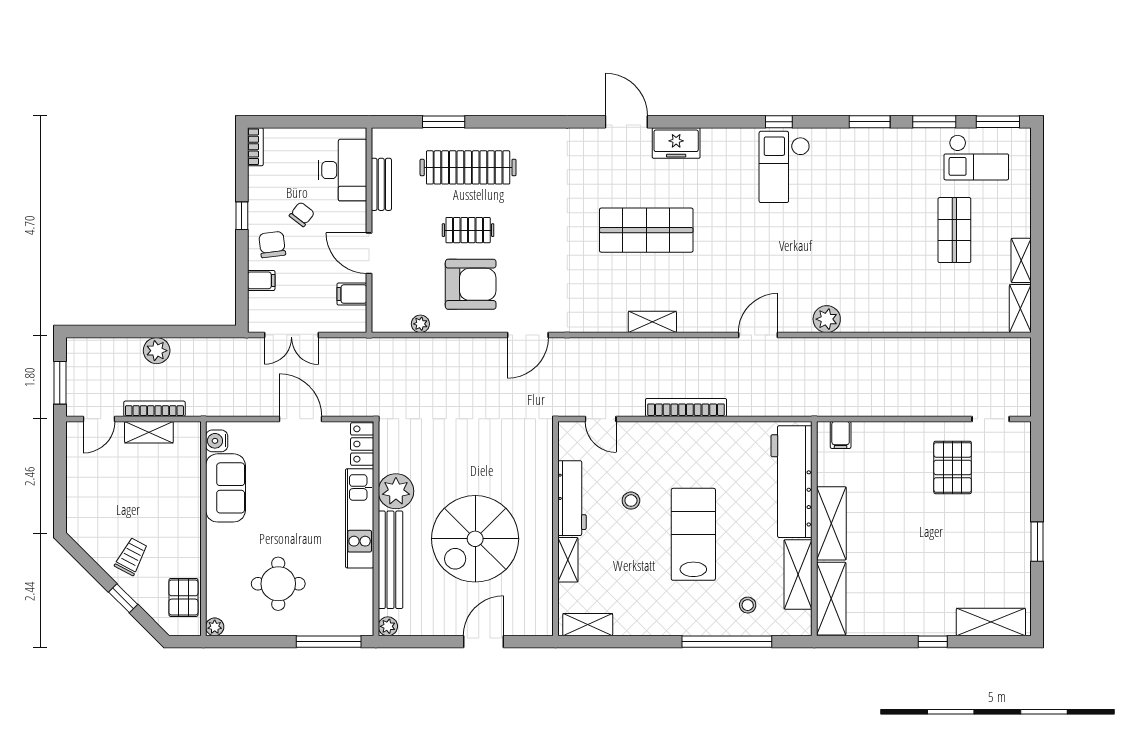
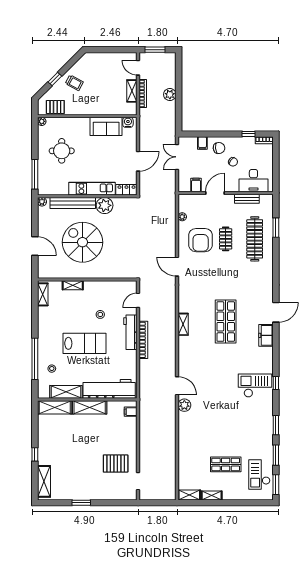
window: (242, 216) -> (249, 134), moved
door: (758, 335) -> (177, 386), moved
workbench: (572, 498) -> (130, 332), moved, turned 90

